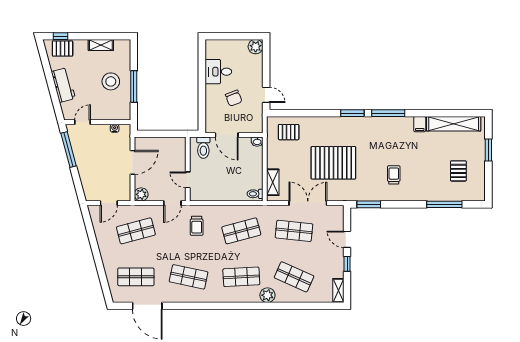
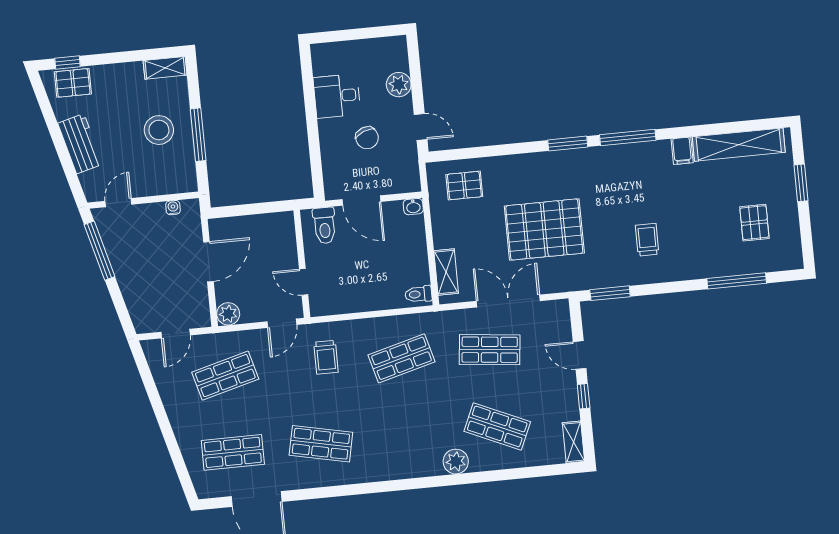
shelving: (101, 45) -> (165, 68), moved
plant: (256, 47) -> (399, 85), moved
shop shelf: (241, 277) -> (409, 435), removed

